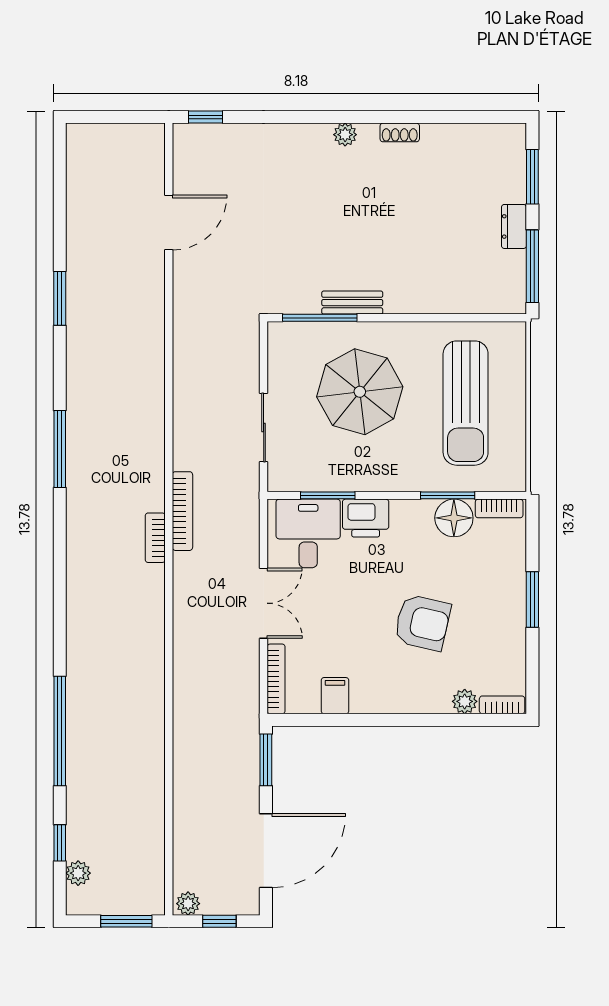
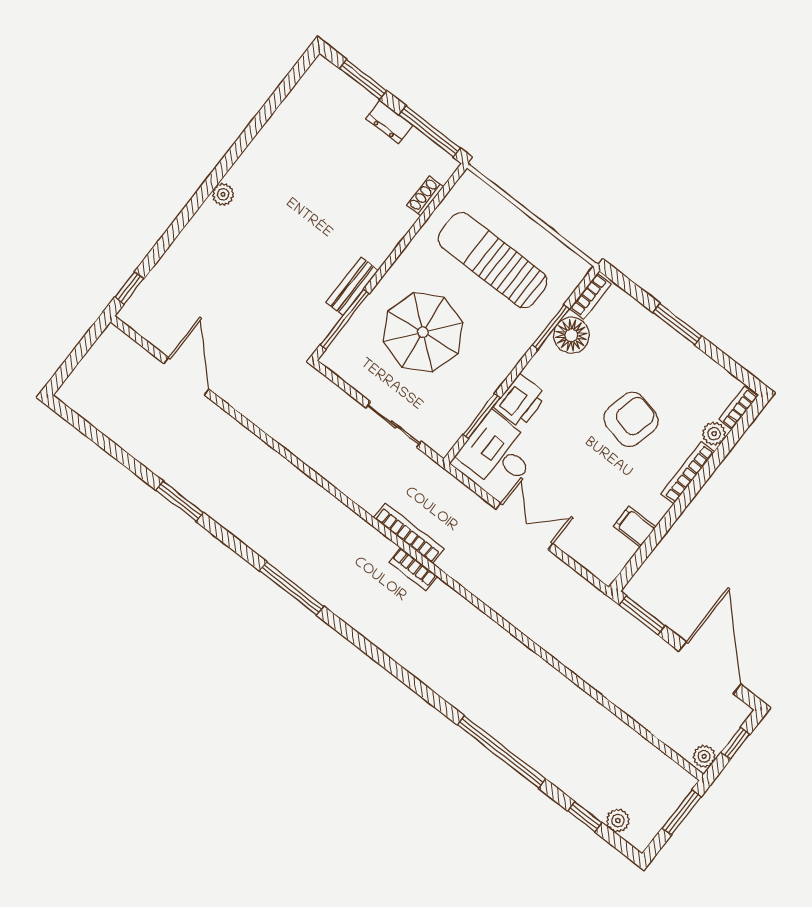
shoe rack: (400, 132) -> (425, 196), moved, turned 180
sun lounger: (466, 403) -> (493, 260), turned 180
bookcase: (276, 679) -> (688, 473), moved, turned -90

